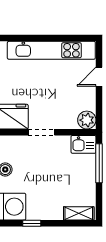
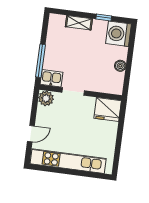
doorway: (42, 132) -> (73, 92), moved
shelving: (79, 213) -> (79, 23), moved

